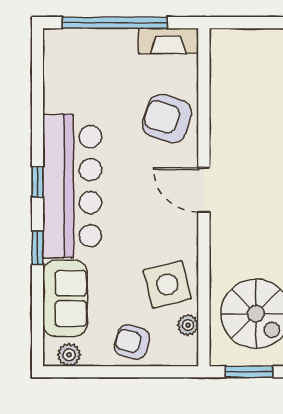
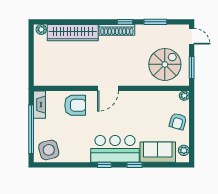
armchair: (167, 118) -> (75, 105), turned -108
bar counter: (72, 186) -> (115, 149), width x0.73
side table: (167, 284) -> (49, 150), moved
plant: (188, 325) -> (184, 96), moved

